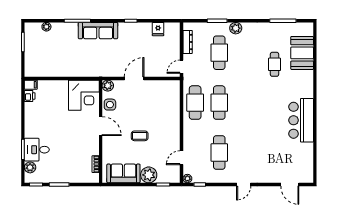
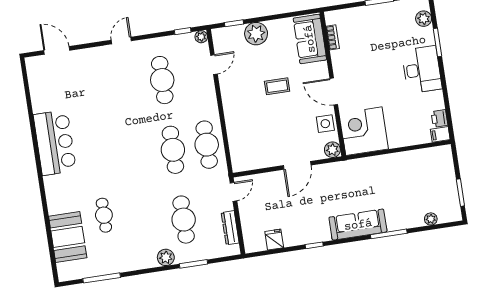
desk: (37, 150) -> (422, 70), moved, width x1.37
sofa: (123, 173) -> (310, 39), moved, turned 90

